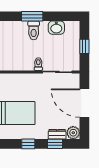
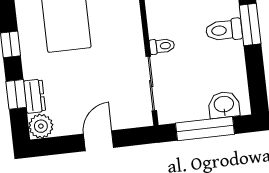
washbasin: (56, 28) -> (224, 105), moved, turned 90
window: (84, 46) -> (205, 129), width x2.17
door: (84, 103) -> (99, 141), width x0.53

